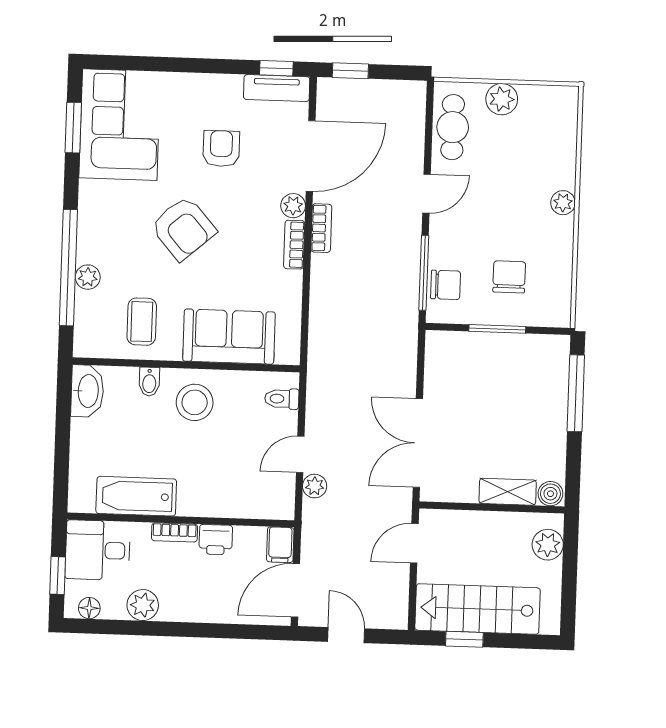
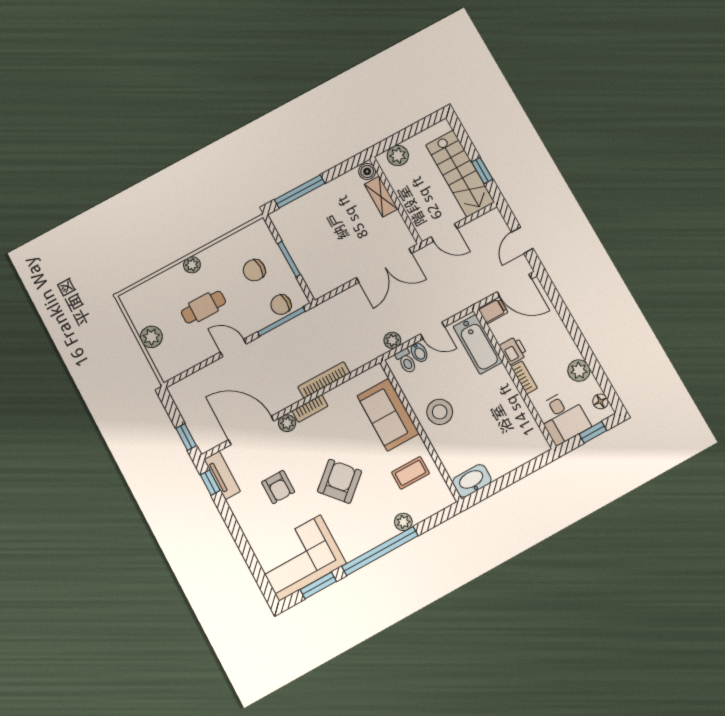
cafe table: (453, 127) -> (203, 307), moved
armchair: (221, 149) -> (278, 487), turned -90
bookcase: (321, 228) -> (324, 380), moved, width x1.56
window: (68, 268) -> (380, 551), moved
chair: (446, 285) -> (281, 305), turned -90
bidet: (149, 382) -> (419, 352), moved, turned 90
plant: (315, 486) -> (392, 340), moved
bathtub: (136, 496) -> (478, 344), moved

